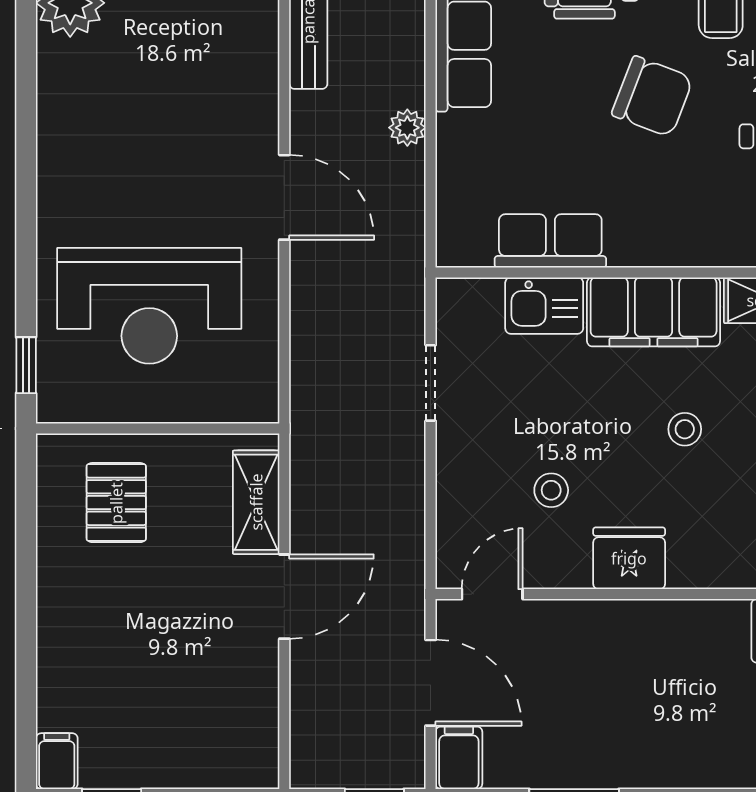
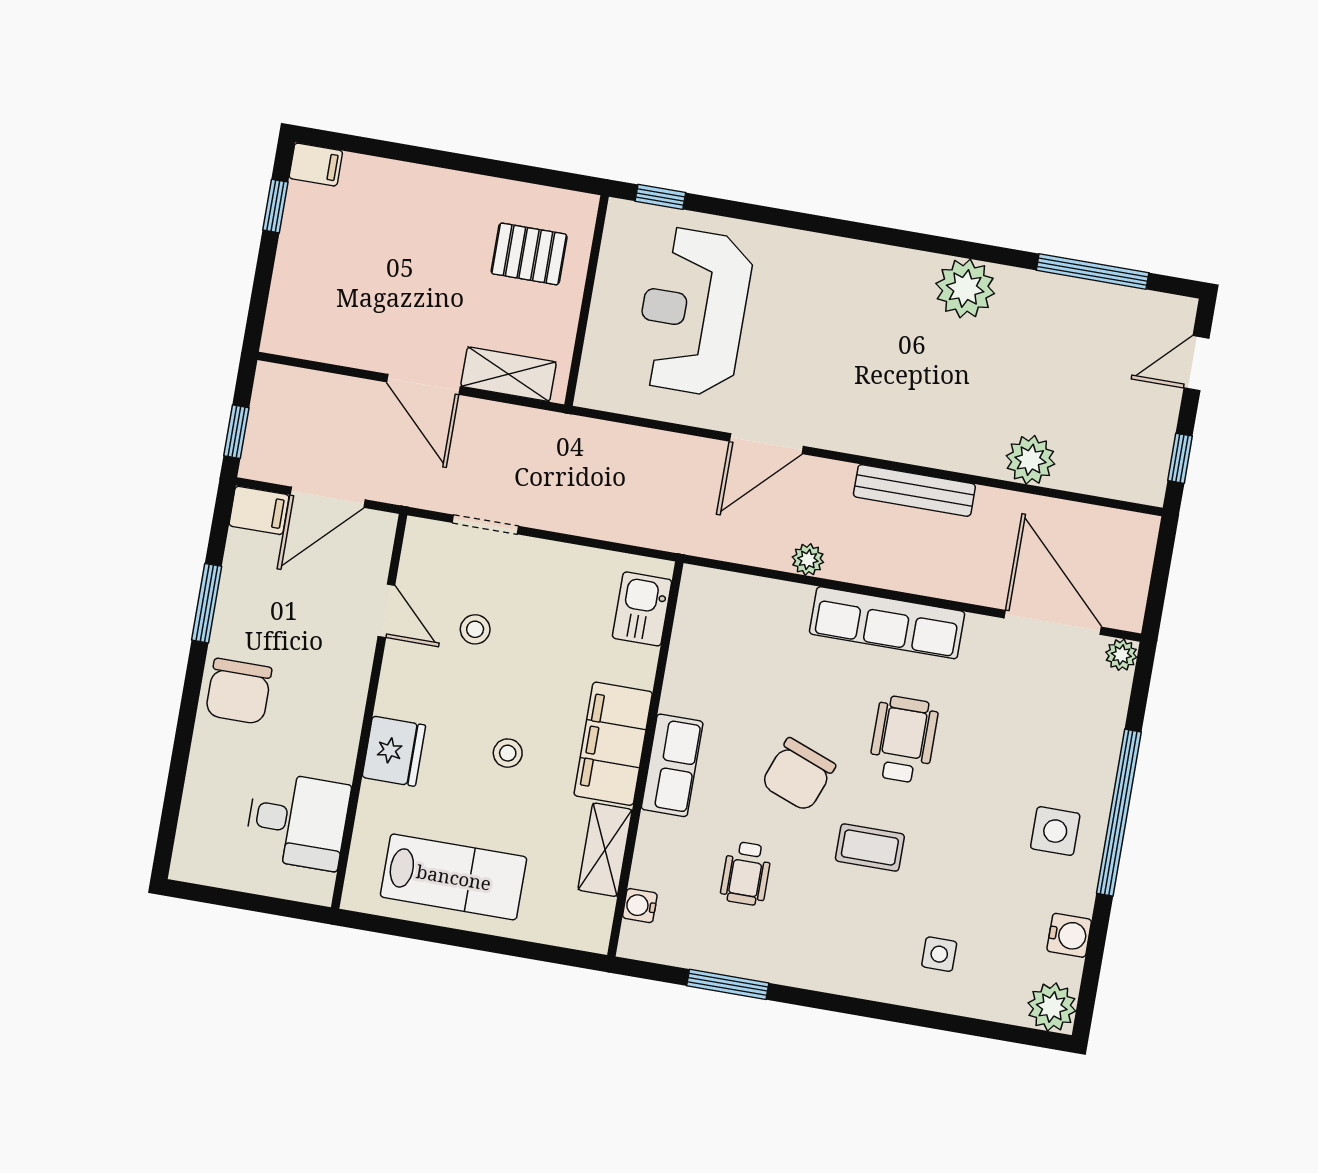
row of seats: (550, 241) -> (672, 765), moved
kitchen sink: (544, 306) -> (642, 609), moved
doorway: (431, 383) -> (485, 524), moved
fridge: (629, 558) -> (394, 751), moved
door: (492, 594) -> (386, 611), moved
chair: (667, 746) -> (239, 691), added

